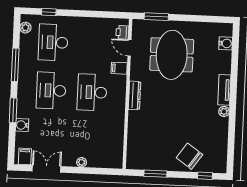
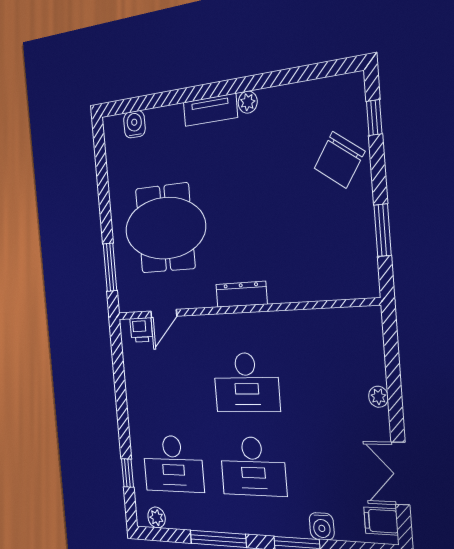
filing cabinet: (119, 68) -> (199, 330), removed

